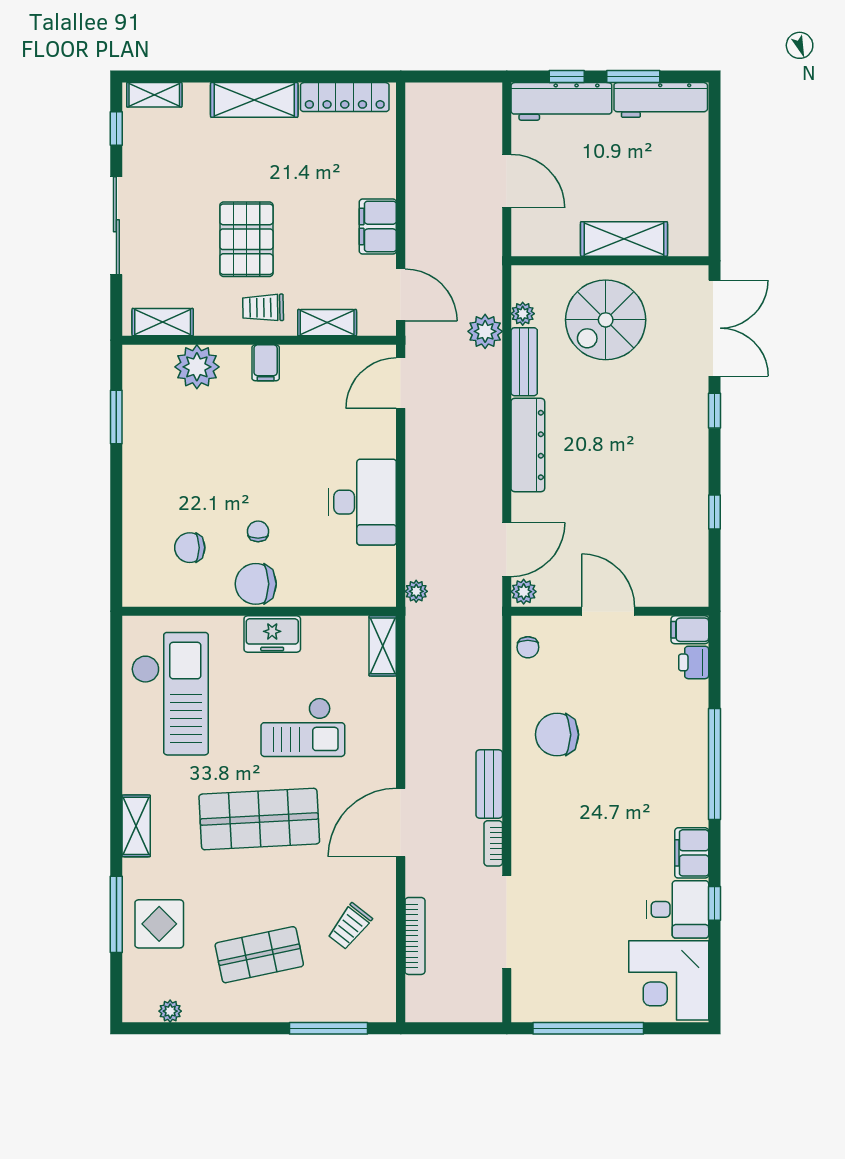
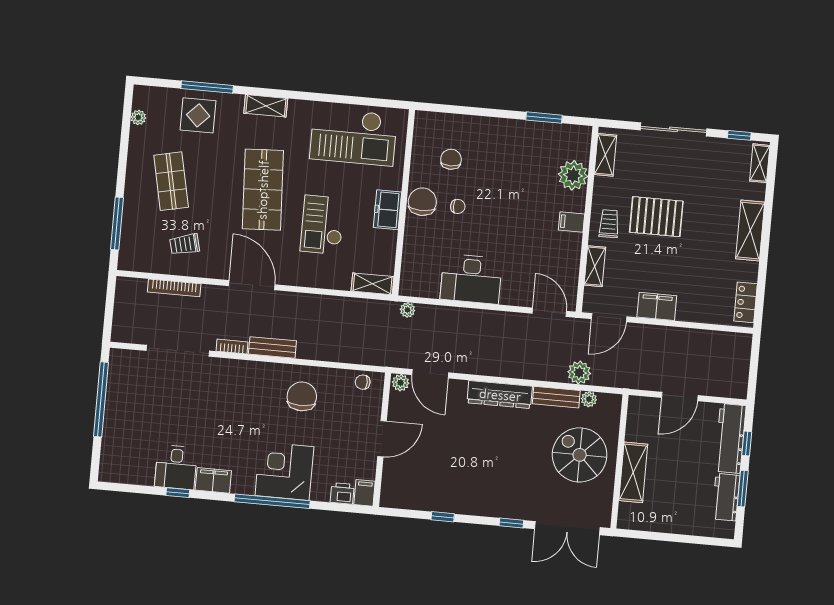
locker: (345, 97) -> (746, 302), width x0.66
workbench: (661, 100) -> (726, 497), width x0.73
trolley: (350, 926) -> (185, 244), turned -52
corner desk: (669, 980) -> (284, 471), moved

